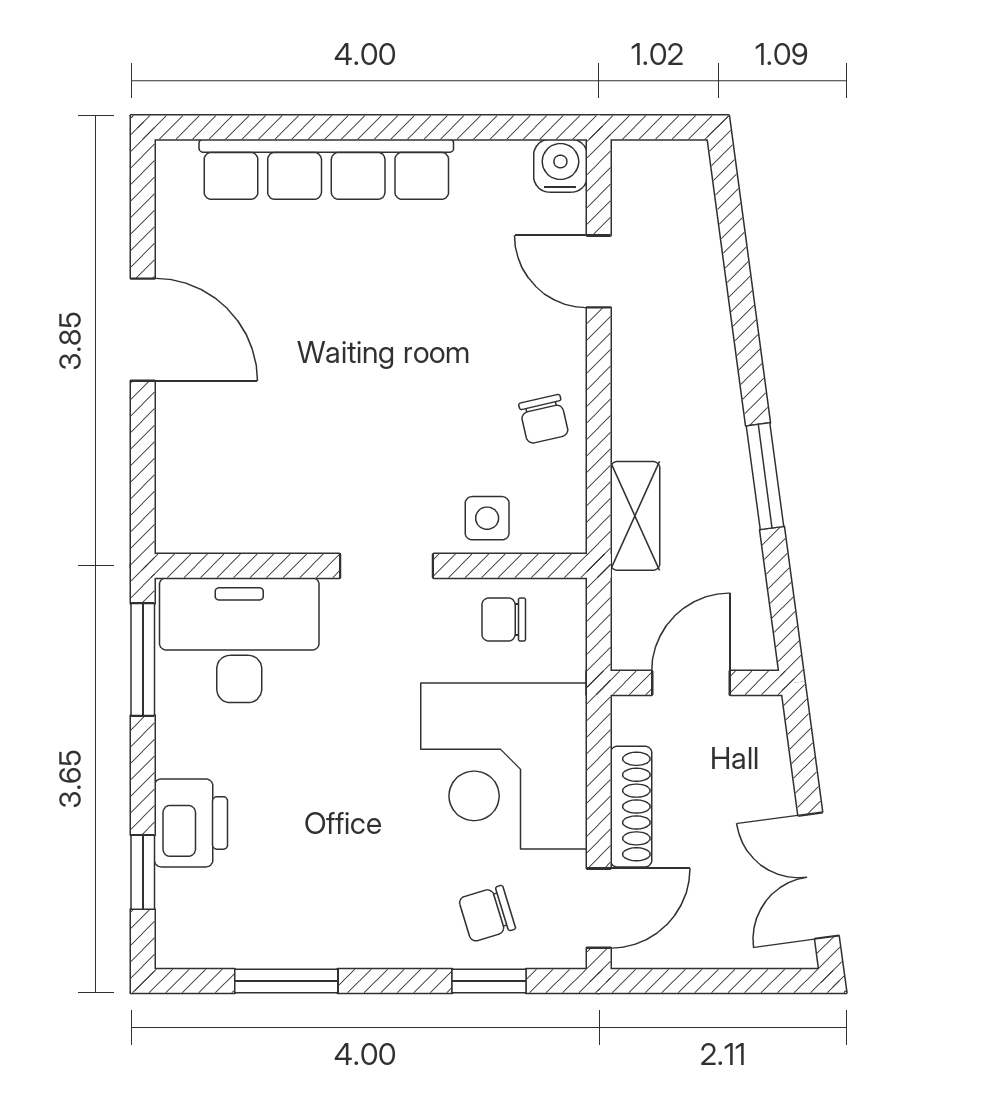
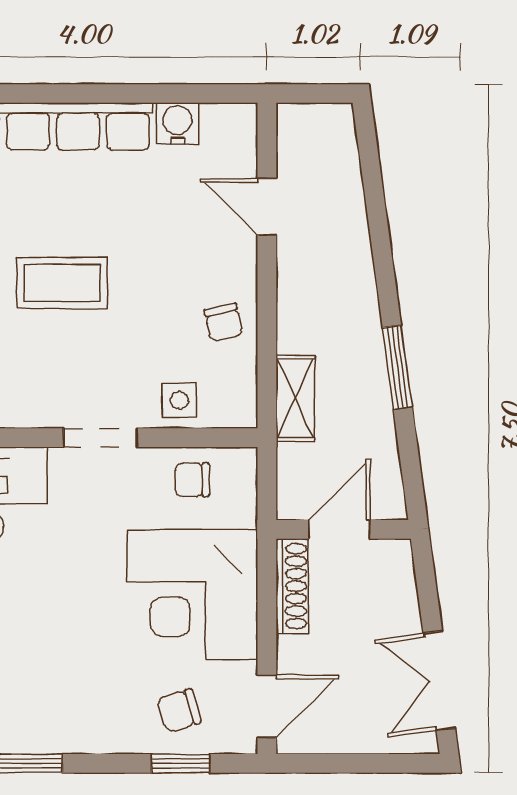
water cooler: (560, 166) -> (177, 124), moved
coffee table: (338, 369) -> (62, 283), added
shoe rack: (631, 807) -> (292, 586), moved

